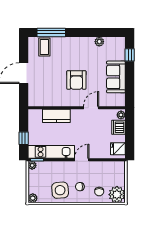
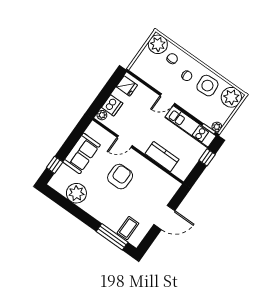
plant: (99, 42) -> (76, 193), width x1.87, depth x1.87
plant: (33, 198) -> (231, 97), width x1.87, depth x1.87

